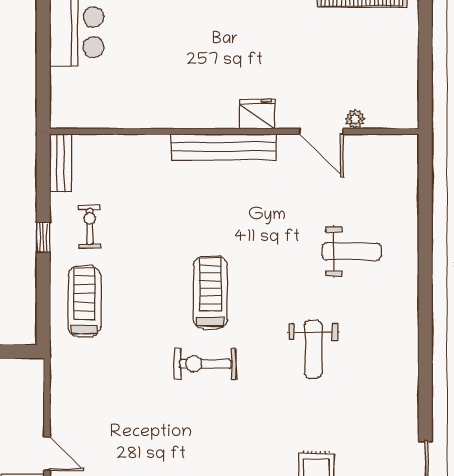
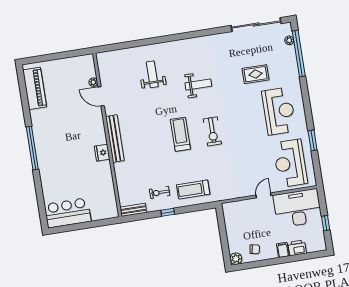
fridge: (257, 114) -> (102, 153), moved
door: (321, 131) -> (101, 96), swing flipped
treadmill: (210, 292) -> (180, 134), turned 90

